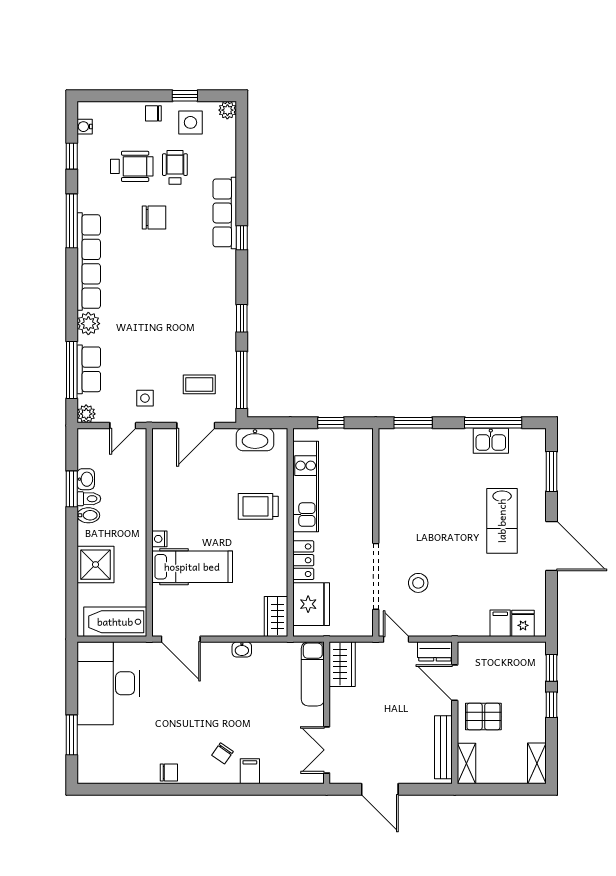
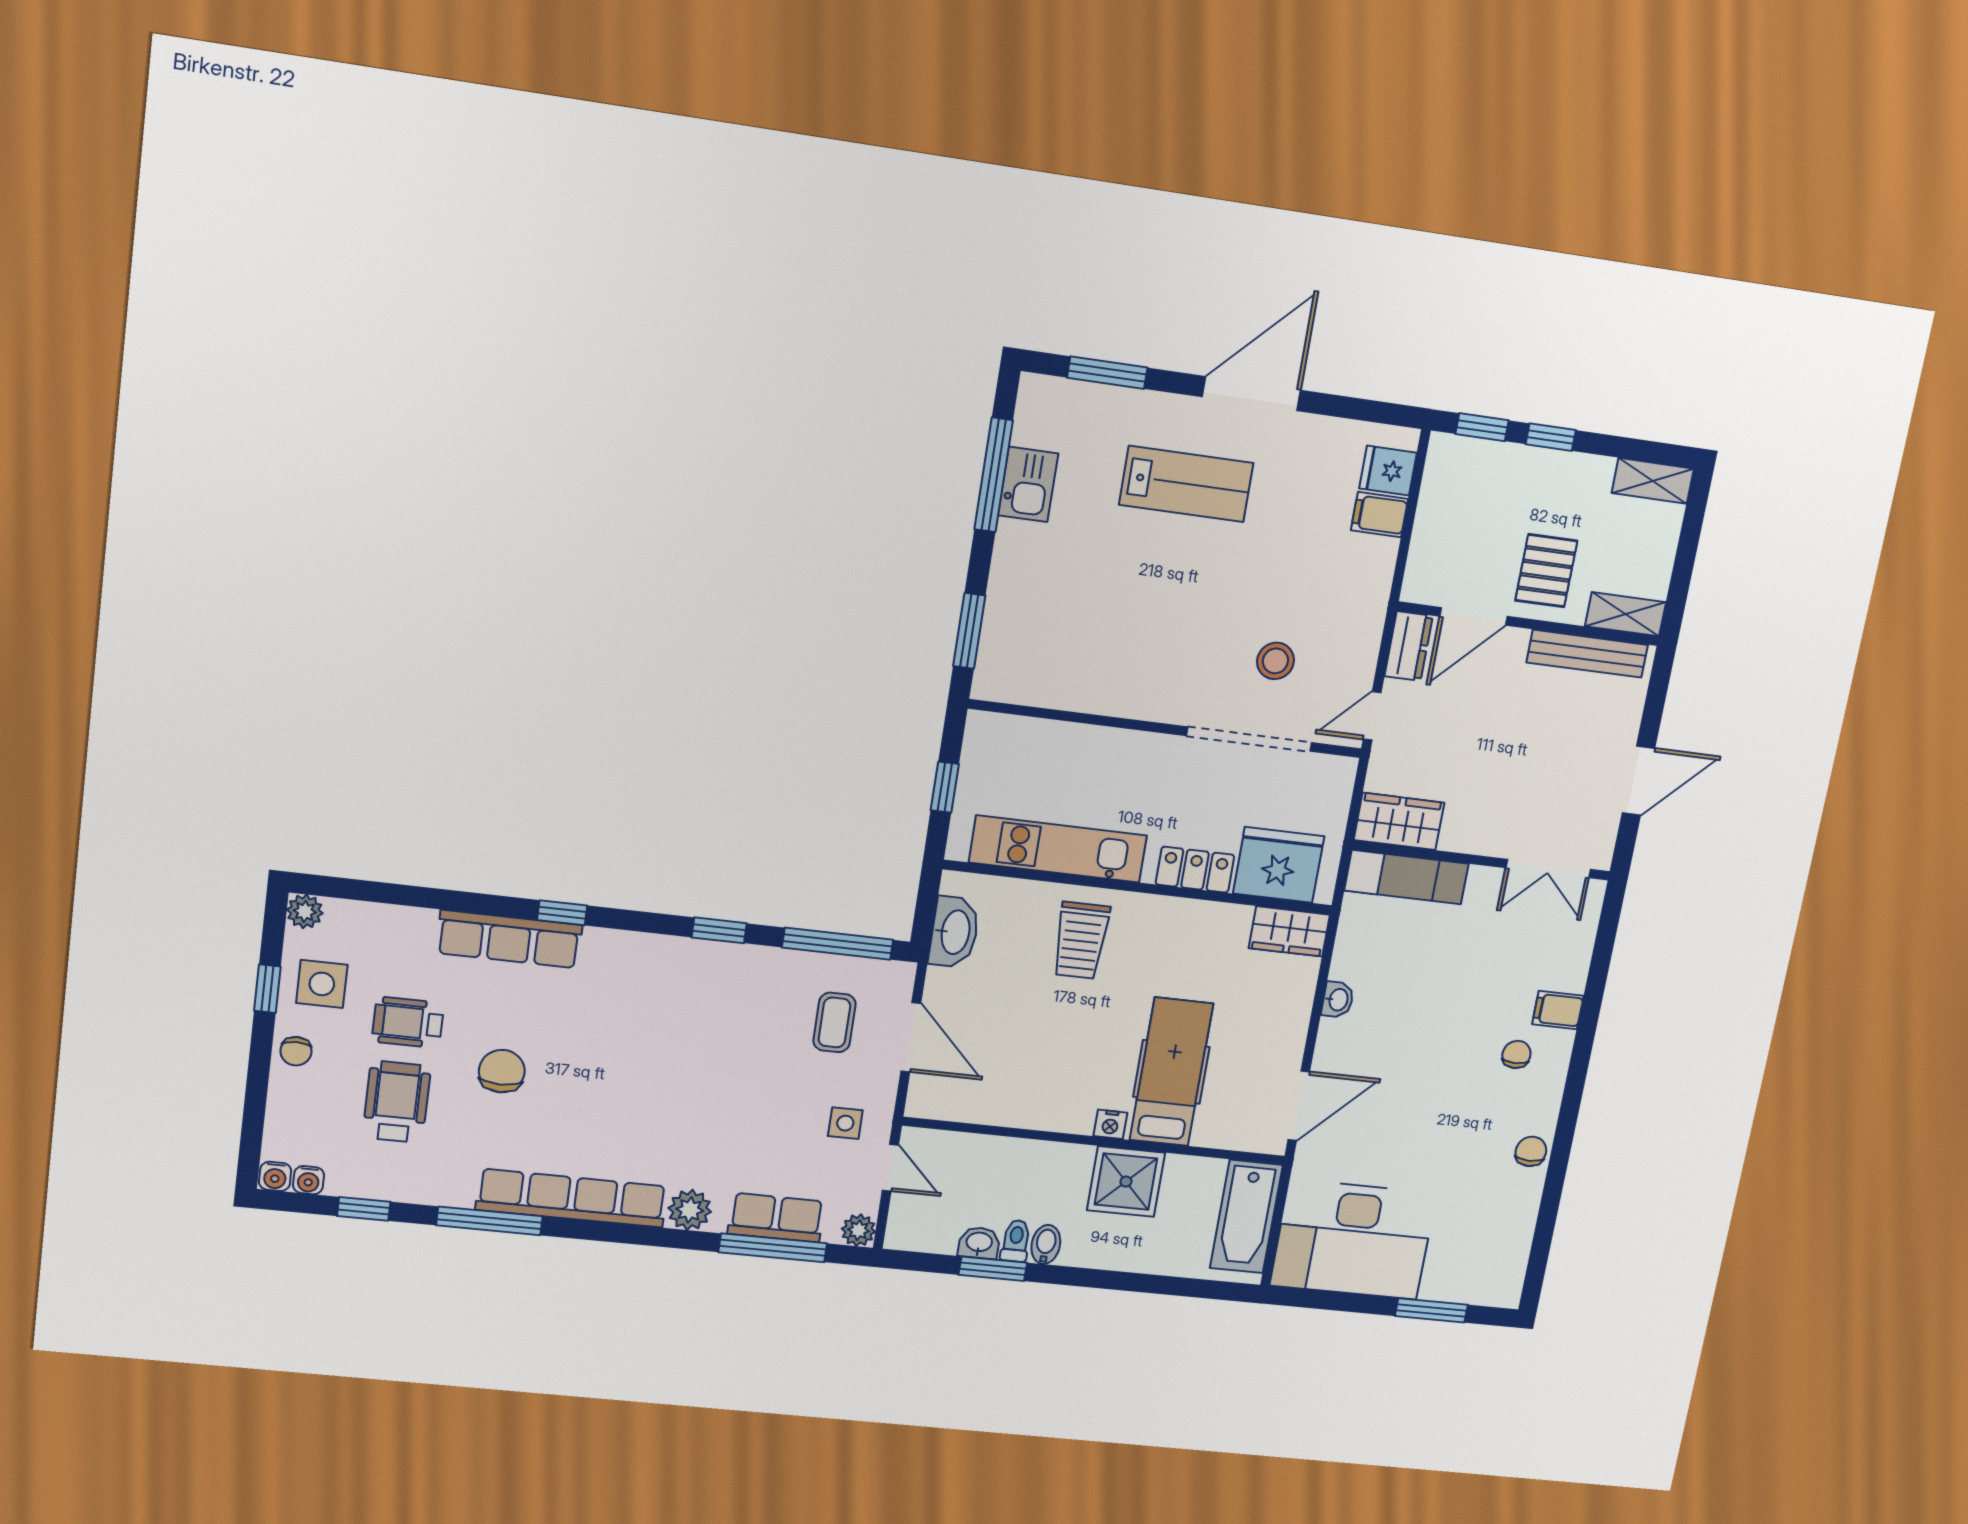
water cooler: (85, 110) -> (275, 1176), added
shower: (95, 565) -> (1126, 1182), moved
chair: (222, 753) -> (1516, 1054), turned -125

